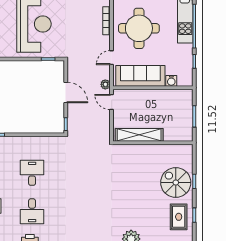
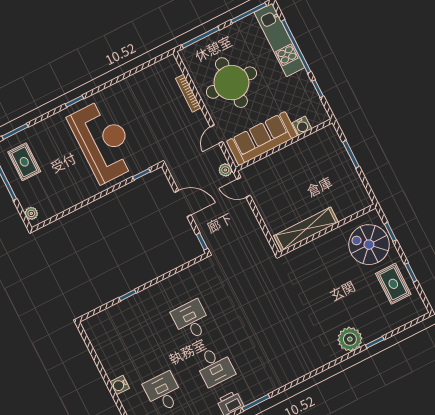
shelving: (139, 135) -> (306, 229), moved
wall: (153, 143) -> (327, 230), moved

